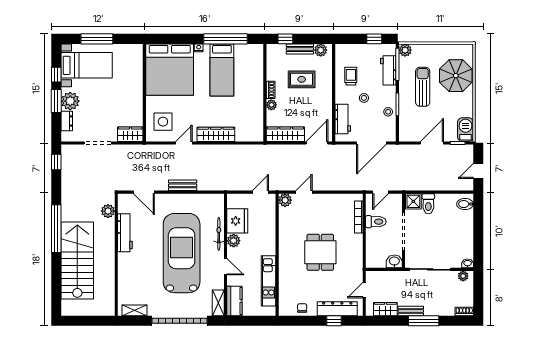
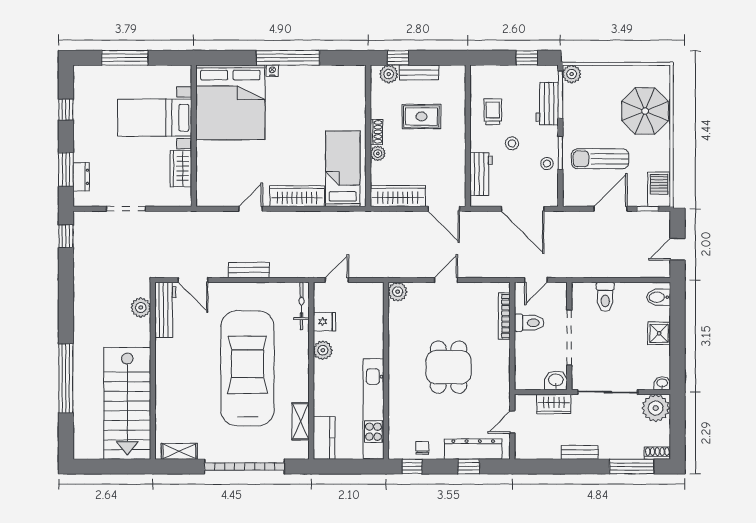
window: (226, 39) -> (288, 58), moved
plant: (321, 50) -> (389, 74), moved
bed with nightstands: (87, 65) -> (155, 118), moved, turned 180
bed: (222, 70) -> (343, 169), moved, turned 180
sun lounger: (423, 87) -> (600, 159), moved, turned -90
window: (56, 101) -> (66, 169), moved
plant: (70, 101) -> (86, 148), removed
side table: (163, 122) -> (220, 178), removed
wardrobe: (130, 134) -> (181, 169), moved, turned -90
door: (317, 143) -> (444, 209), swing flipped
door: (371, 143) -> (523, 209), hinge flipped
door: (260, 192) -> (337, 280), moved
door: (304, 192) -> (446, 280), moved
shower: (413, 201) -> (659, 333), moved
fridge: (237, 221) -> (324, 322), width x0.53, depth x0.75
window: (56, 229) -> (66, 378), moved
workbench: (125, 233) -> (165, 310), moved
bicycle: (219, 234) -> (301, 306), moved
stairs: (77, 260) -> (127, 403), moved, turned 180
door: (225, 267) -> (311, 388), removed
plant: (463, 276) -> (656, 408), width x1.88, depth x1.88
kitchen unit: (268, 281) -> (373, 409), width x1.36
shelving: (218, 303) -> (301, 421), moved
wardrobe: (385, 309) -> (554, 404), moved, turned 180
window: (295, 321) -> (412, 466), added
window: (424, 321) -> (632, 466), moved

